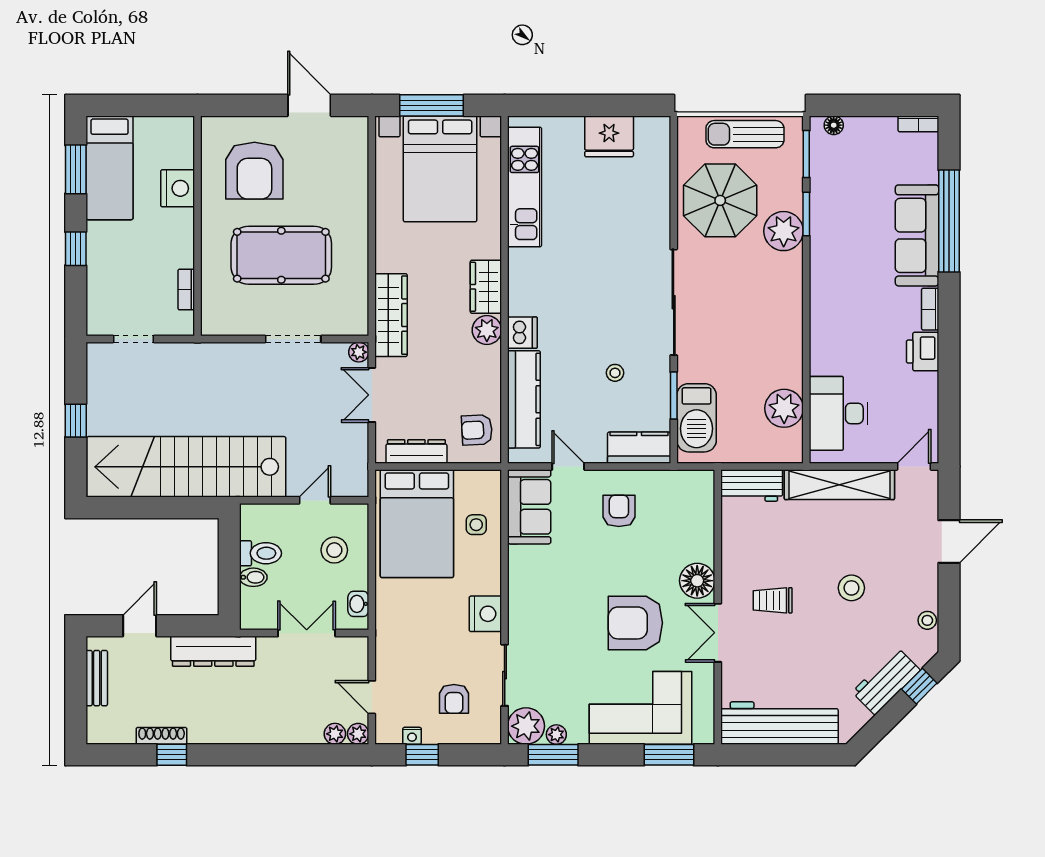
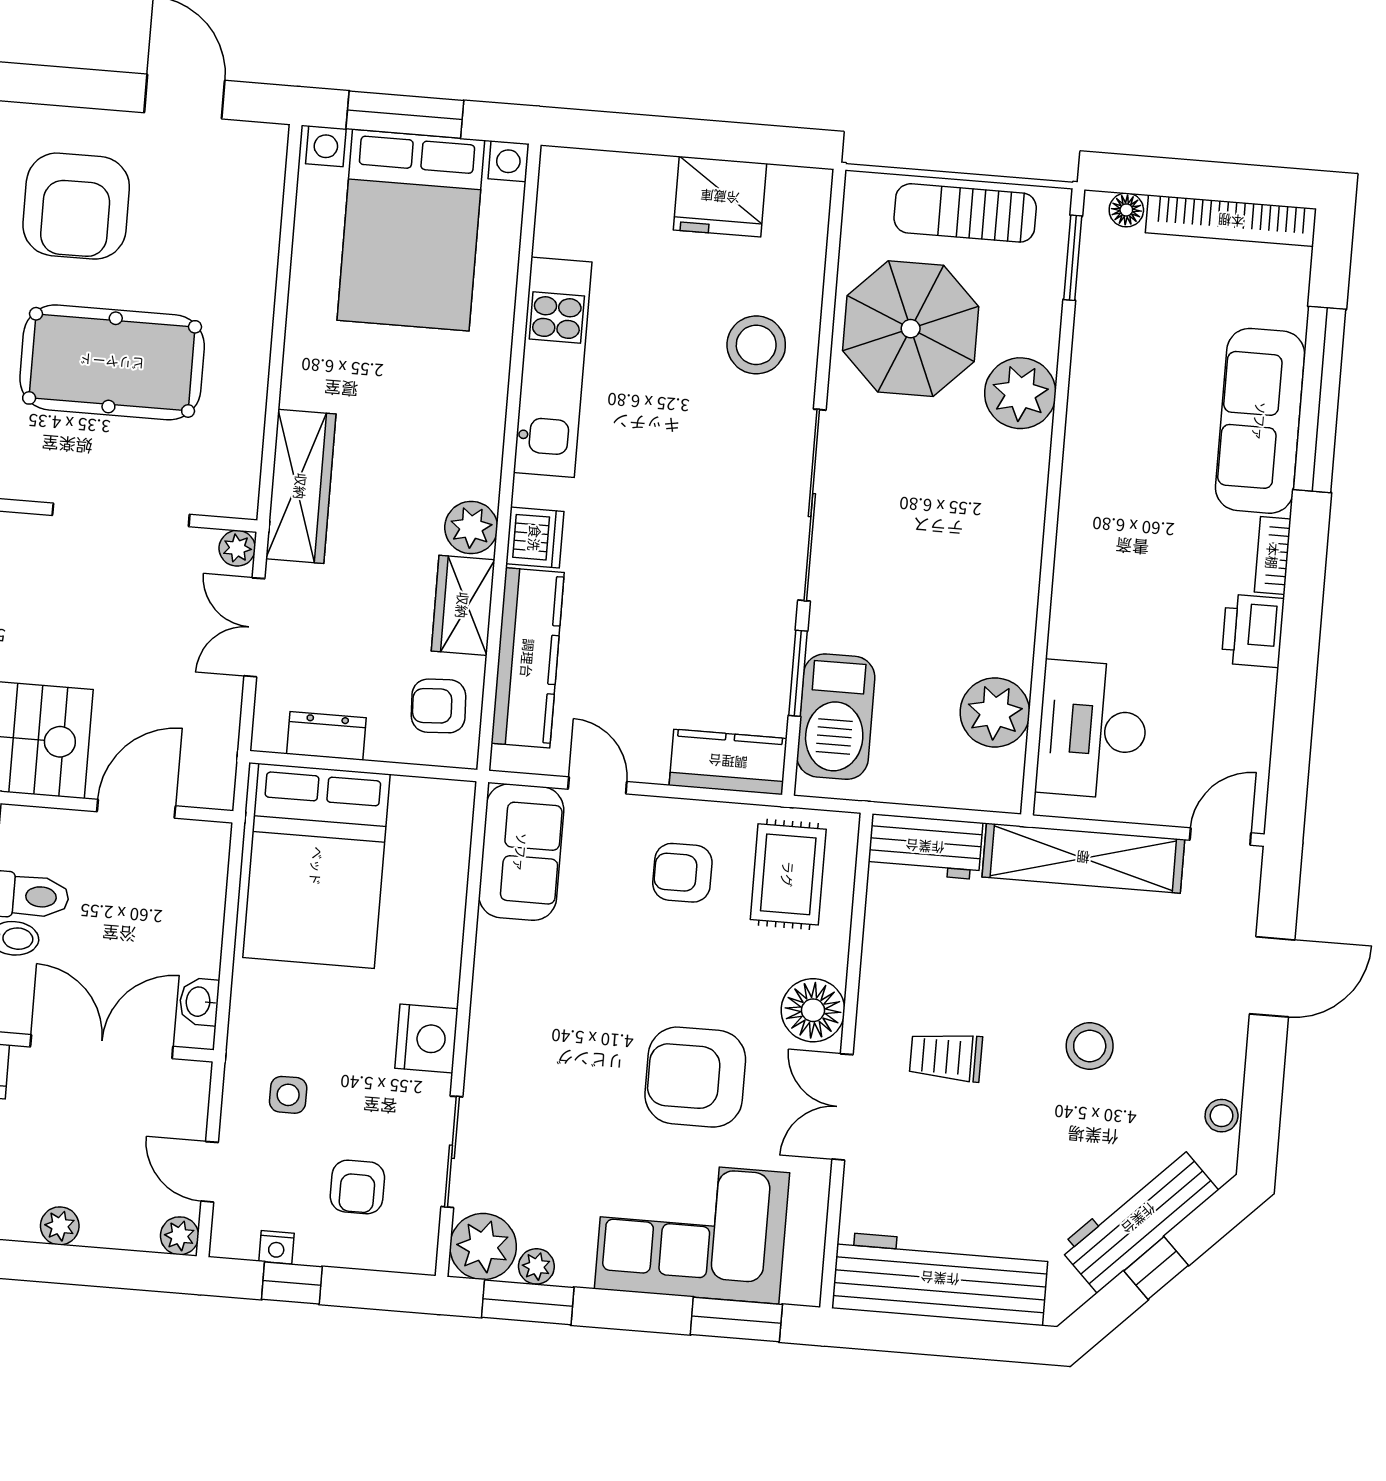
bookcase: (918, 124) -> (1231, 221), width x2.31, depth x1.31
kitchen unit: (525, 187) -> (553, 367), moved
window: (806, 214) -> (1064, 366), removed
wardrobe: (486, 287) -> (463, 605), moved
doorway: (293, 339) -> (121, 515), width x1.36
stool: (615, 373) -> (756, 345), moved, width x1.89, depth x1.89
dresser: (416, 452) -> (326, 736), width x0.70
door: (315, 500) -> (136, 809), width x1.37
rug: (677, 507) -> (788, 874), added
armchair: (619, 511) -> (682, 873), turned -90
side table: (476, 525) -> (288, 1095), moved
stool: (334, 550) -> (164, 901), removed
double door: (307, 633) -> (102, 1047), width x1.37
workbench: (886, 681) -> (1139, 1219), width x1.38
window: (919, 686) -> (1156, 1268), moved
plant: (335, 734) -> (60, 1226), moved

